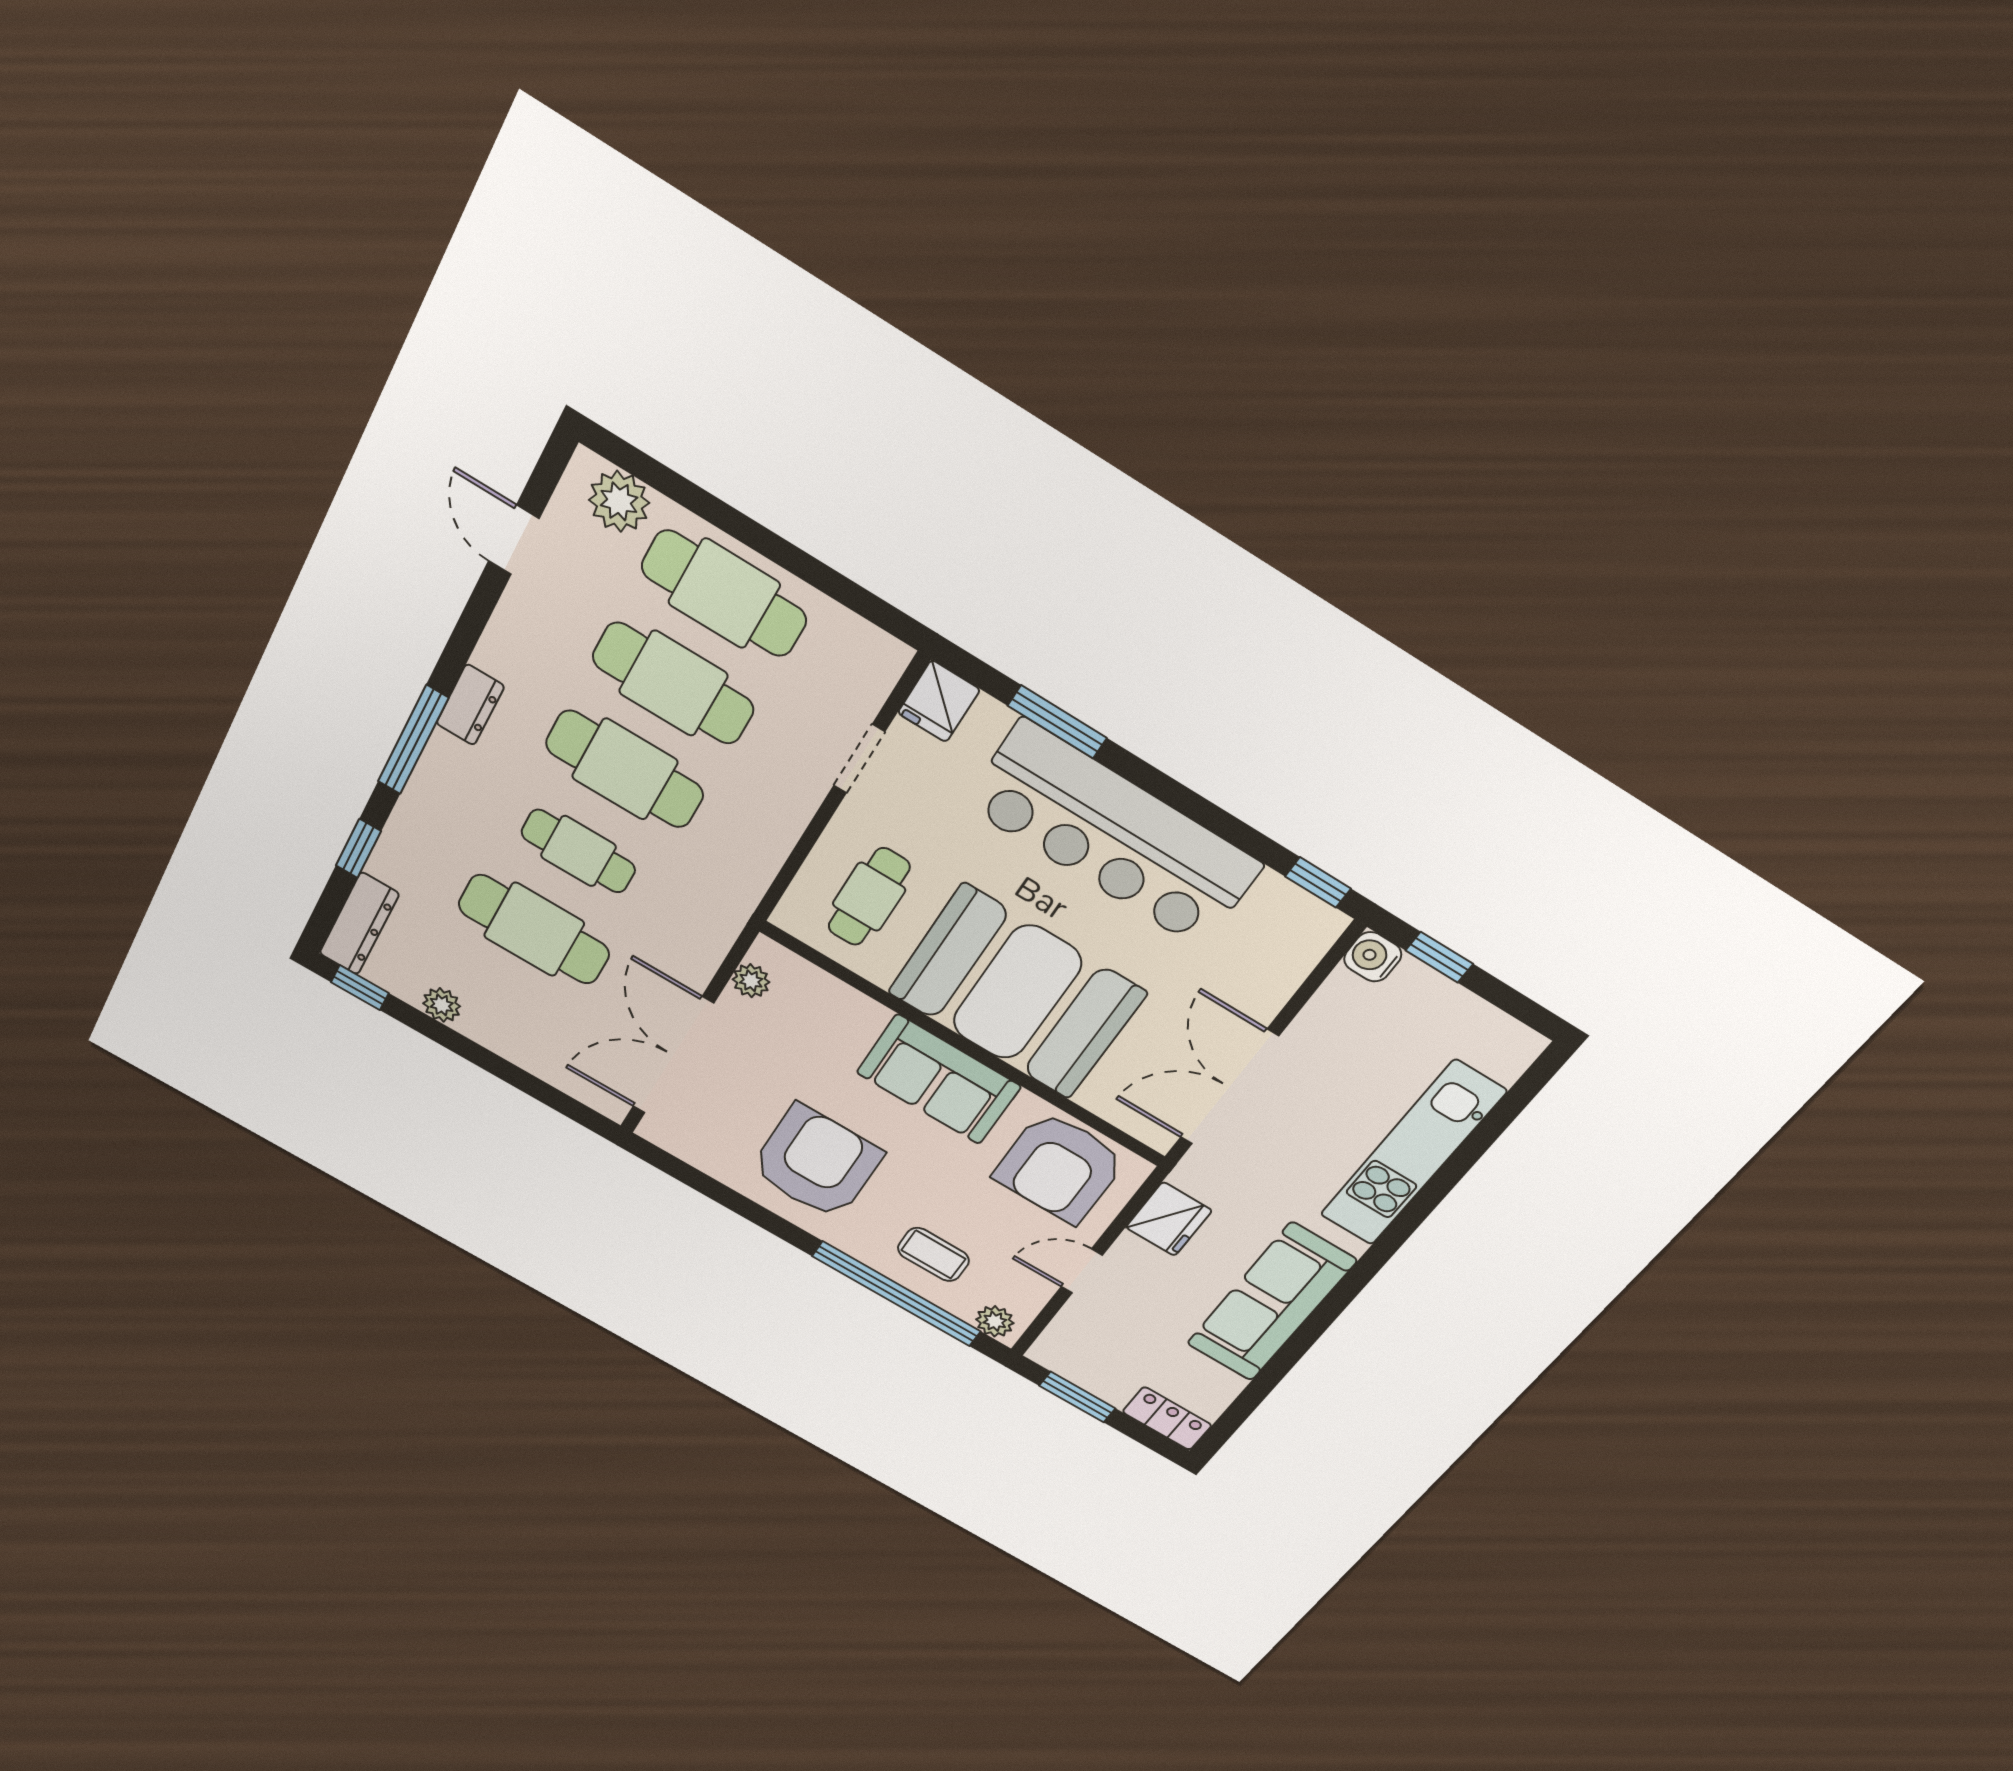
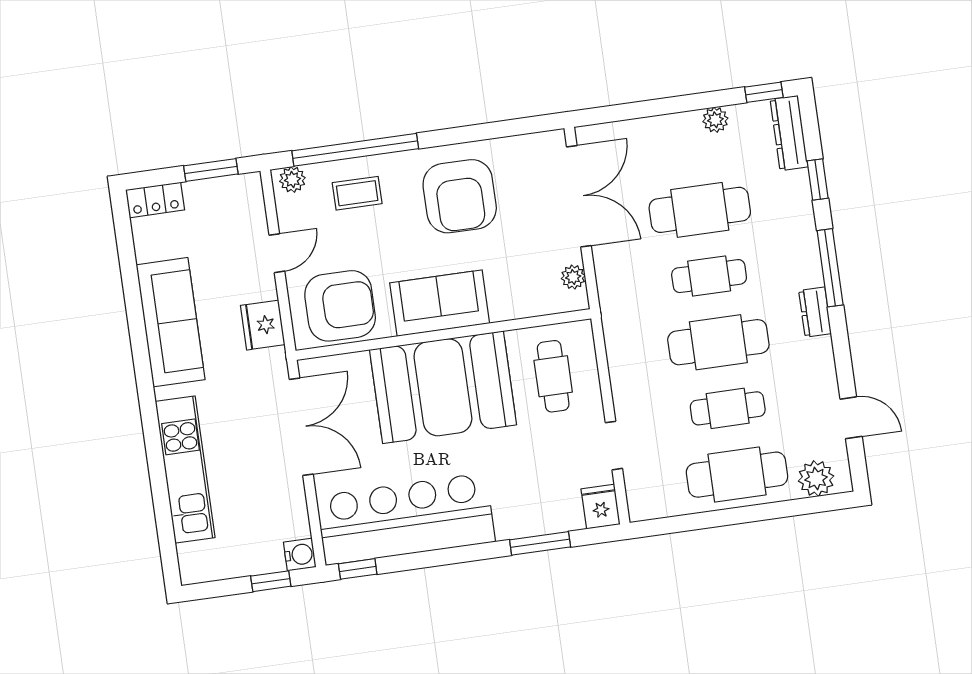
cafe table: (673, 683) -> (728, 408), width x0.73, depth x0.74
bar counter: (1113, 835) -> (406, 519), moved
armchair: (1060, 1167) -> (340, 306), turned 90

